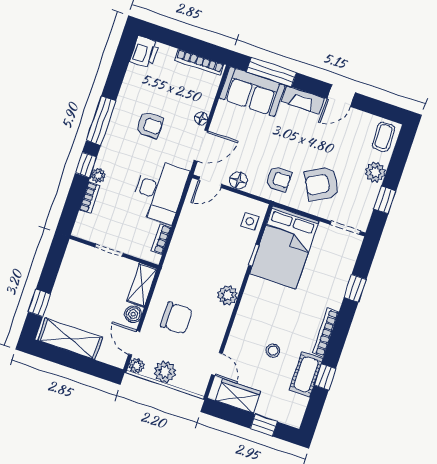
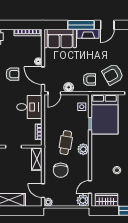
window: (271, 72) -> (81, 25), moved
door: (201, 146) -> (43, 76), swing flipped
desk: (159, 191) -> (29, 107), width x0.73
cafe table: (201, 274) -> (66, 143), added
boiler: (133, 314) -> (37, 176), removed
chair: (177, 318) -> (61, 170), turned 90
door: (217, 364) -> (90, 187), swing flipped
plant: (165, 372) -> (83, 200), moved

